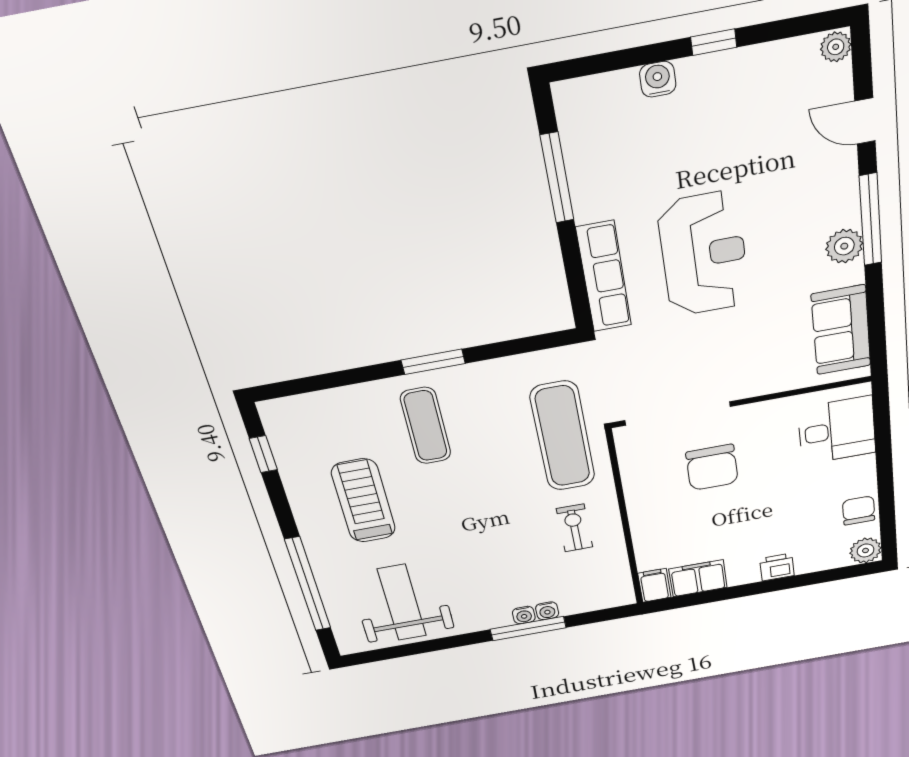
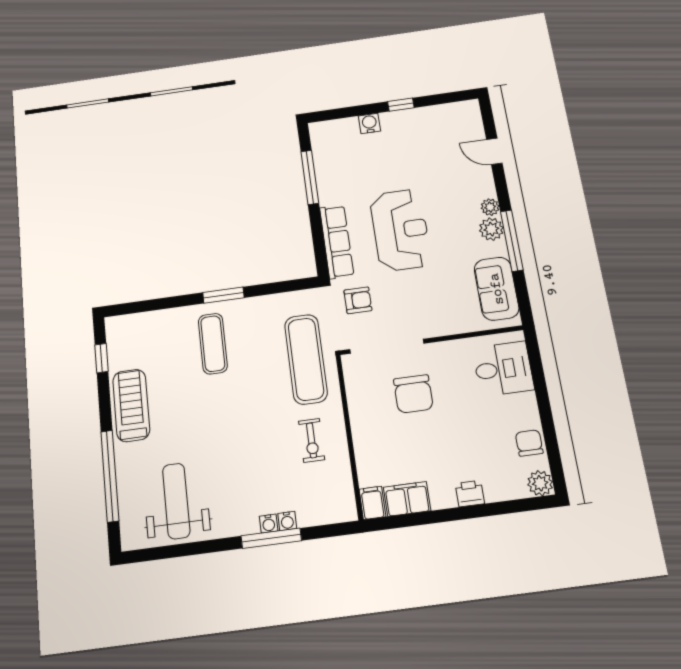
plant: (836, 47) -> (490, 207), moved
window: (871, 220) -> (512, 241), moved
armchair: (637, 357) -> (358, 300), added
treadmill: (363, 501) -> (131, 405), moved
exercise bike: (575, 528) -> (312, 440), turned 180

